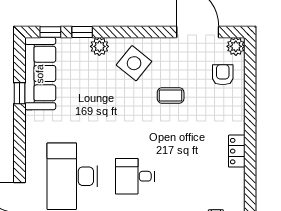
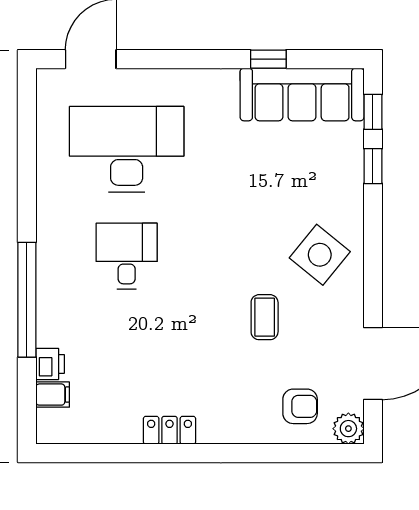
plant: (99, 46) -> (348, 196), removed

